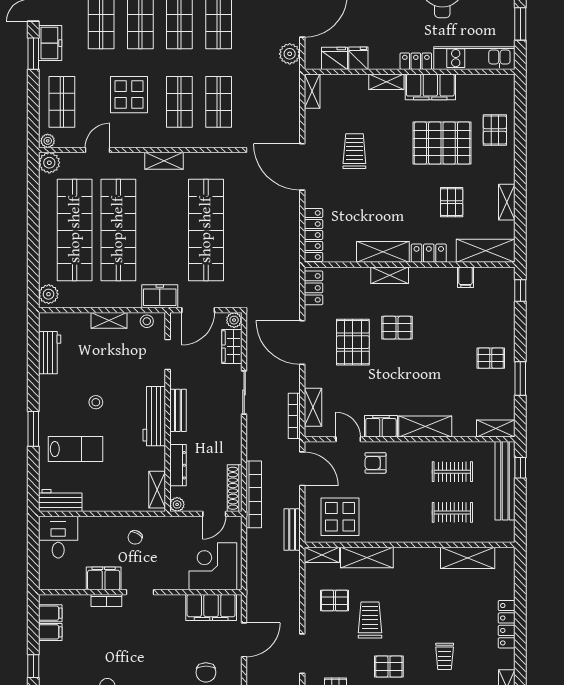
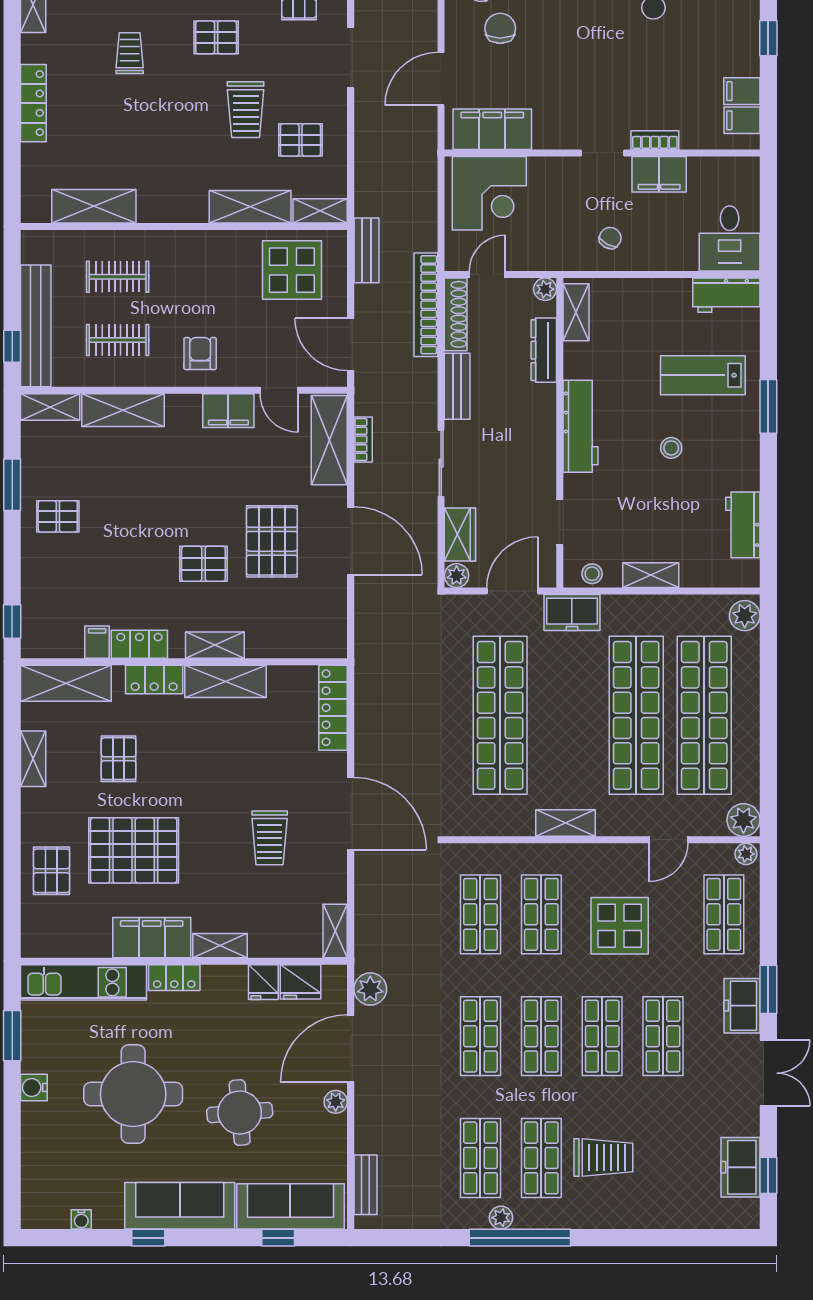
locker: (314, 288) -> (139, 644), moved, turned 90
shelving: (313, 407) -> (329, 440), width x1.50, depth x1.33
bench: (178, 410) -> (457, 386), moved
bookcase: (294, 416) -> (363, 440), width x0.64
shelving: (425, 427) -> (123, 410), moved
armchair: (375, 463) -> (200, 354), moved, turned -90

